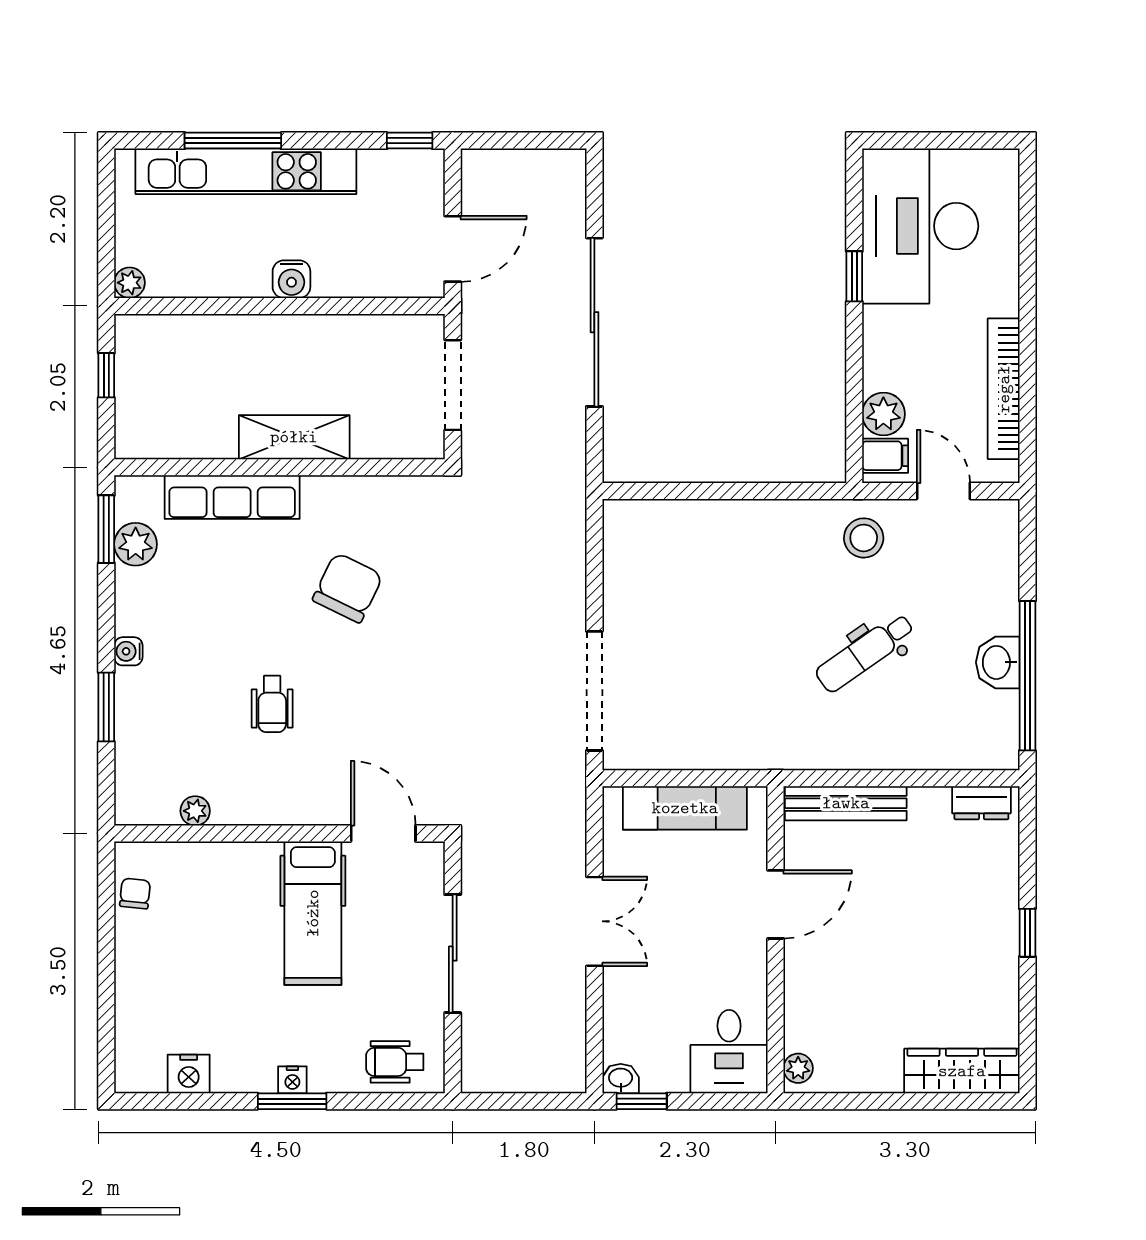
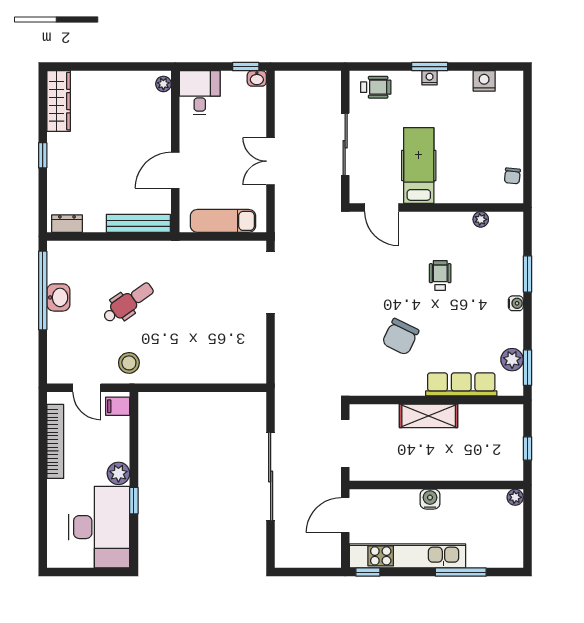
kitchen unit: (246, 171) -> (407, 556), moved
plant: (883, 414) -> (118, 473), moved
wardrobe: (962, 1071) -> (59, 101), moved, turned -90

